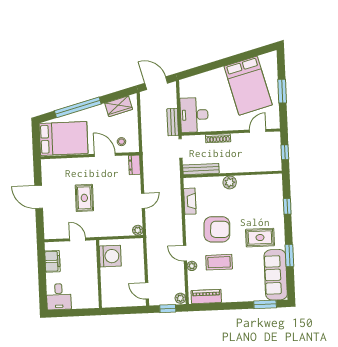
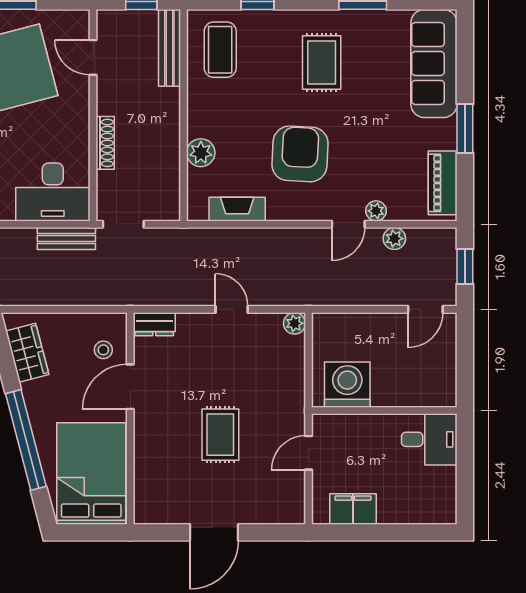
bench: (201, 169) -> (169, 48), moved
plant: (230, 182) -> (201, 153), moved
rug: (84, 198) -> (220, 435), turned 90
coffee table: (219, 262) -> (220, 50), moved
sofa: (276, 275) -> (434, 63), moved, turned 90
desk: (59, 297) -> (429, 439), moved
plant: (180, 298) -> (394, 239), moved
window: (265, 304) -> (465, 129), moved

